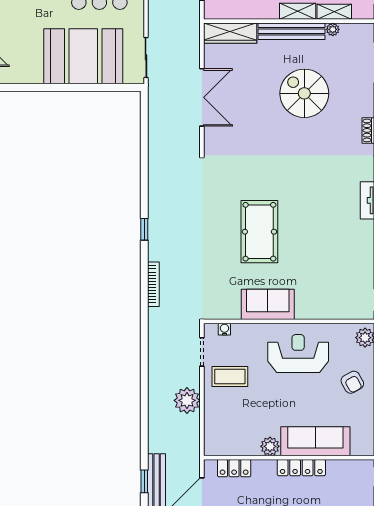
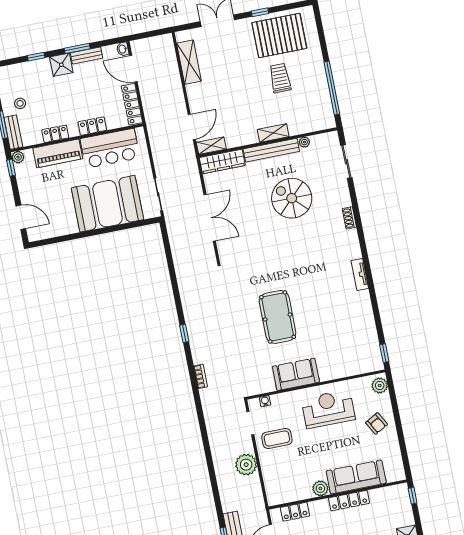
shelving: (334, 12) -> (211, 146), moved
bookcase: (153, 284) -> (201, 376), width x0.64

